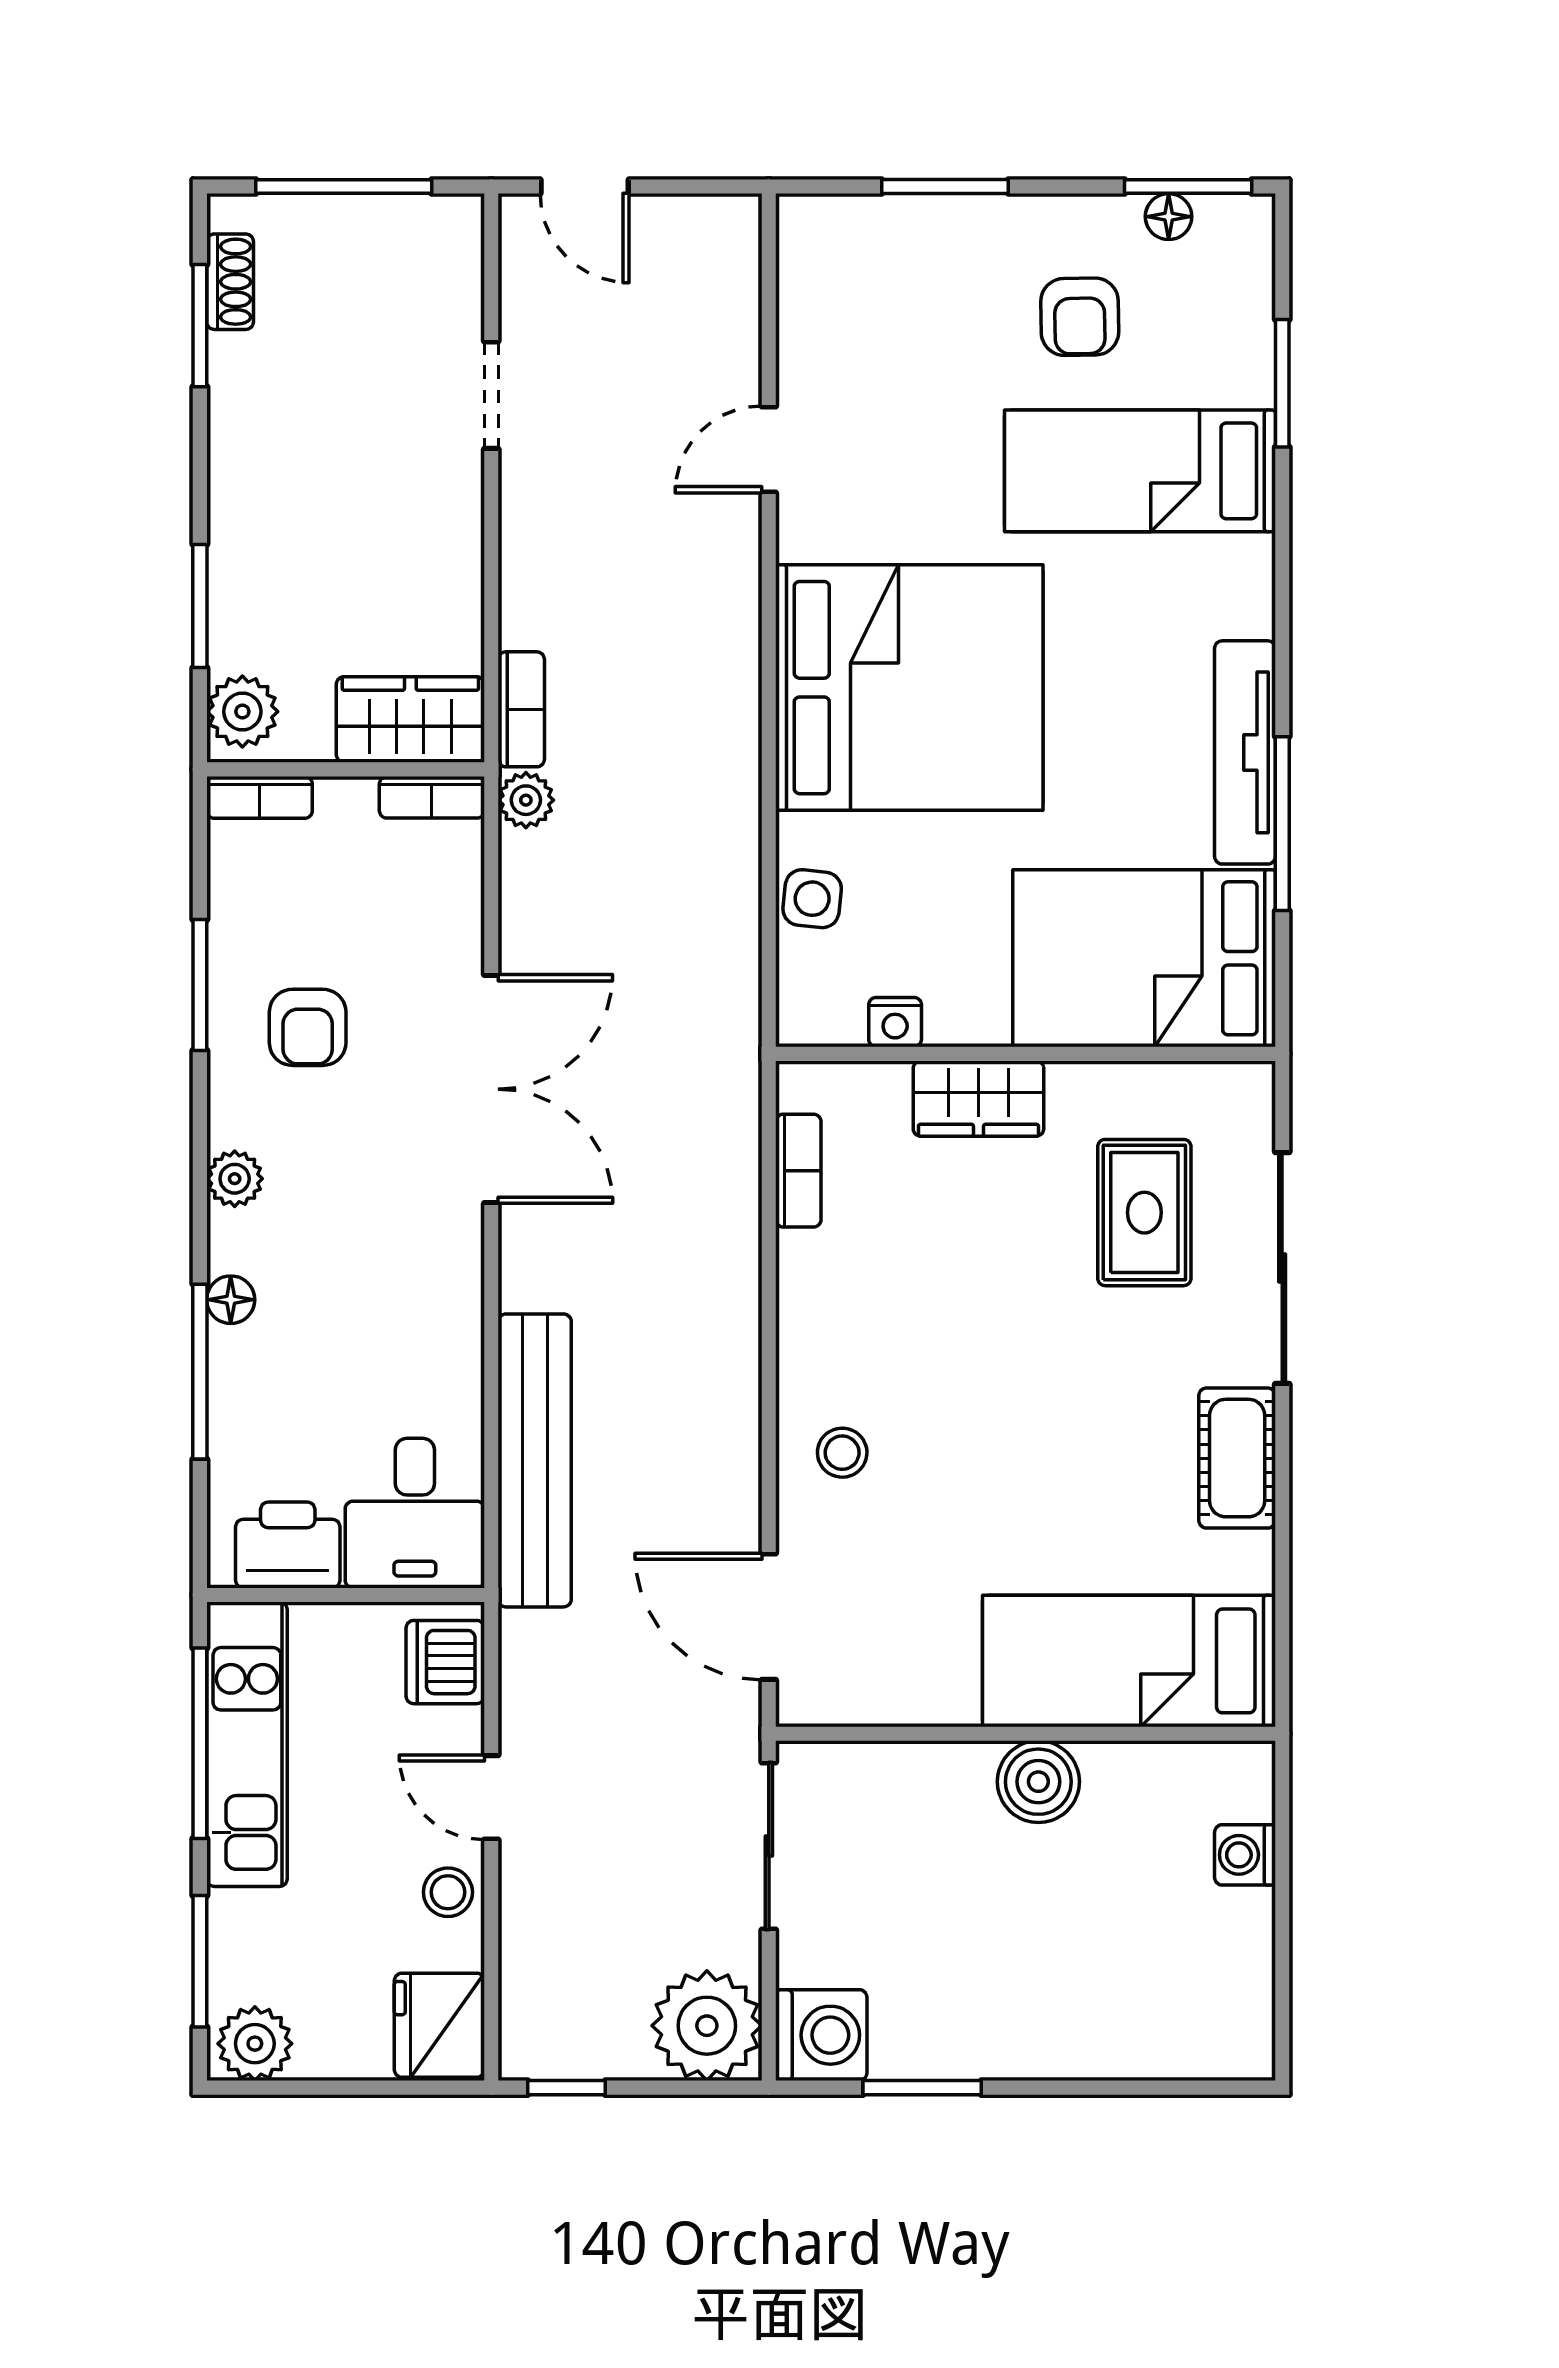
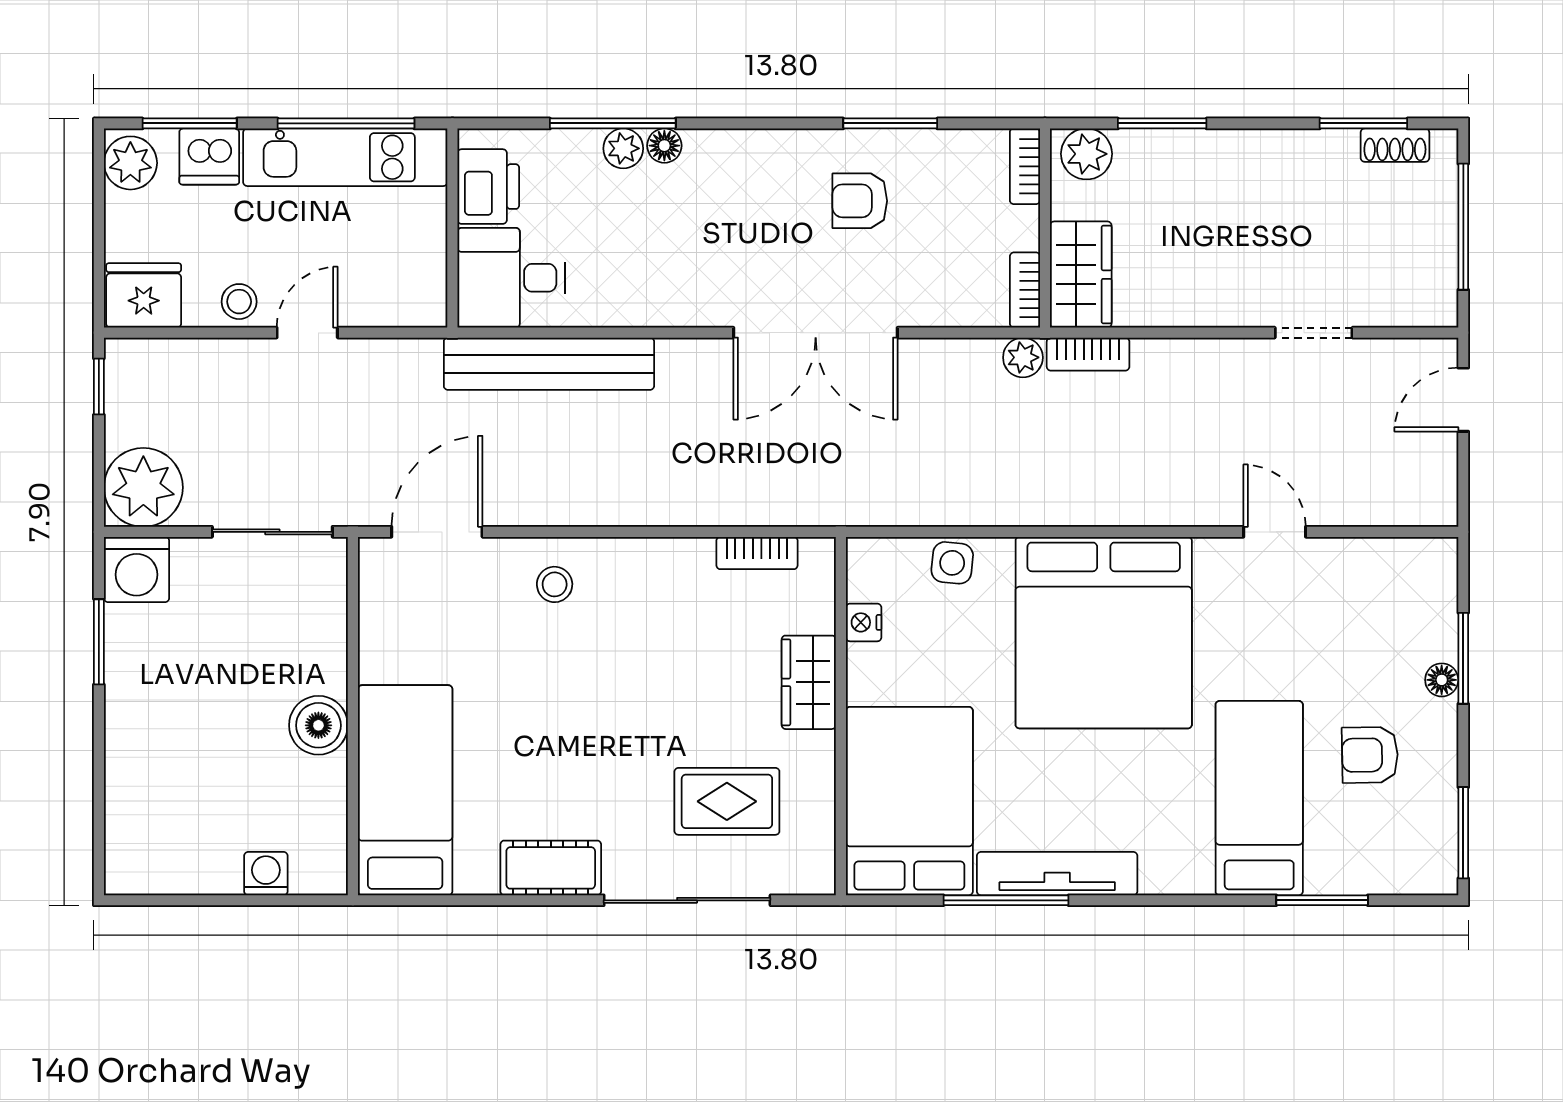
floor lamp: (1169, 217) -> (1442, 680), moved
plant: (235, 1179) -> (623, 148), moved
dishwasher: (445, 1662) -> (209, 156), moved, turned 180

